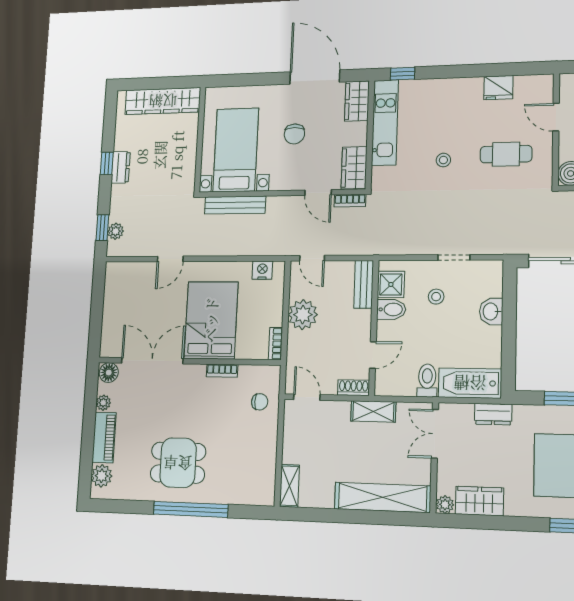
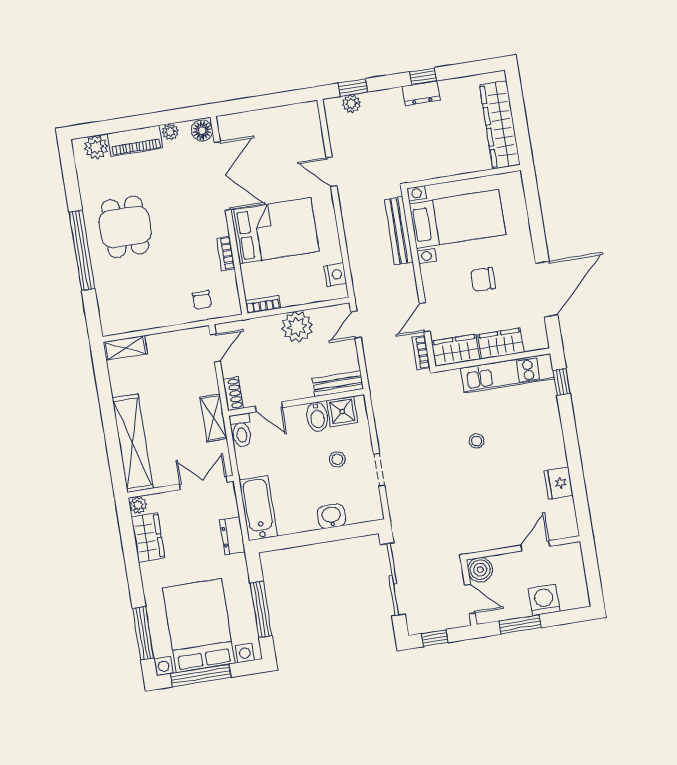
wardrobe: (357, 101) -> (501, 344), moved
cafe table: (506, 154) -> (491, 503), removed
toilet: (427, 380) -> (241, 431), moved, turned 90

